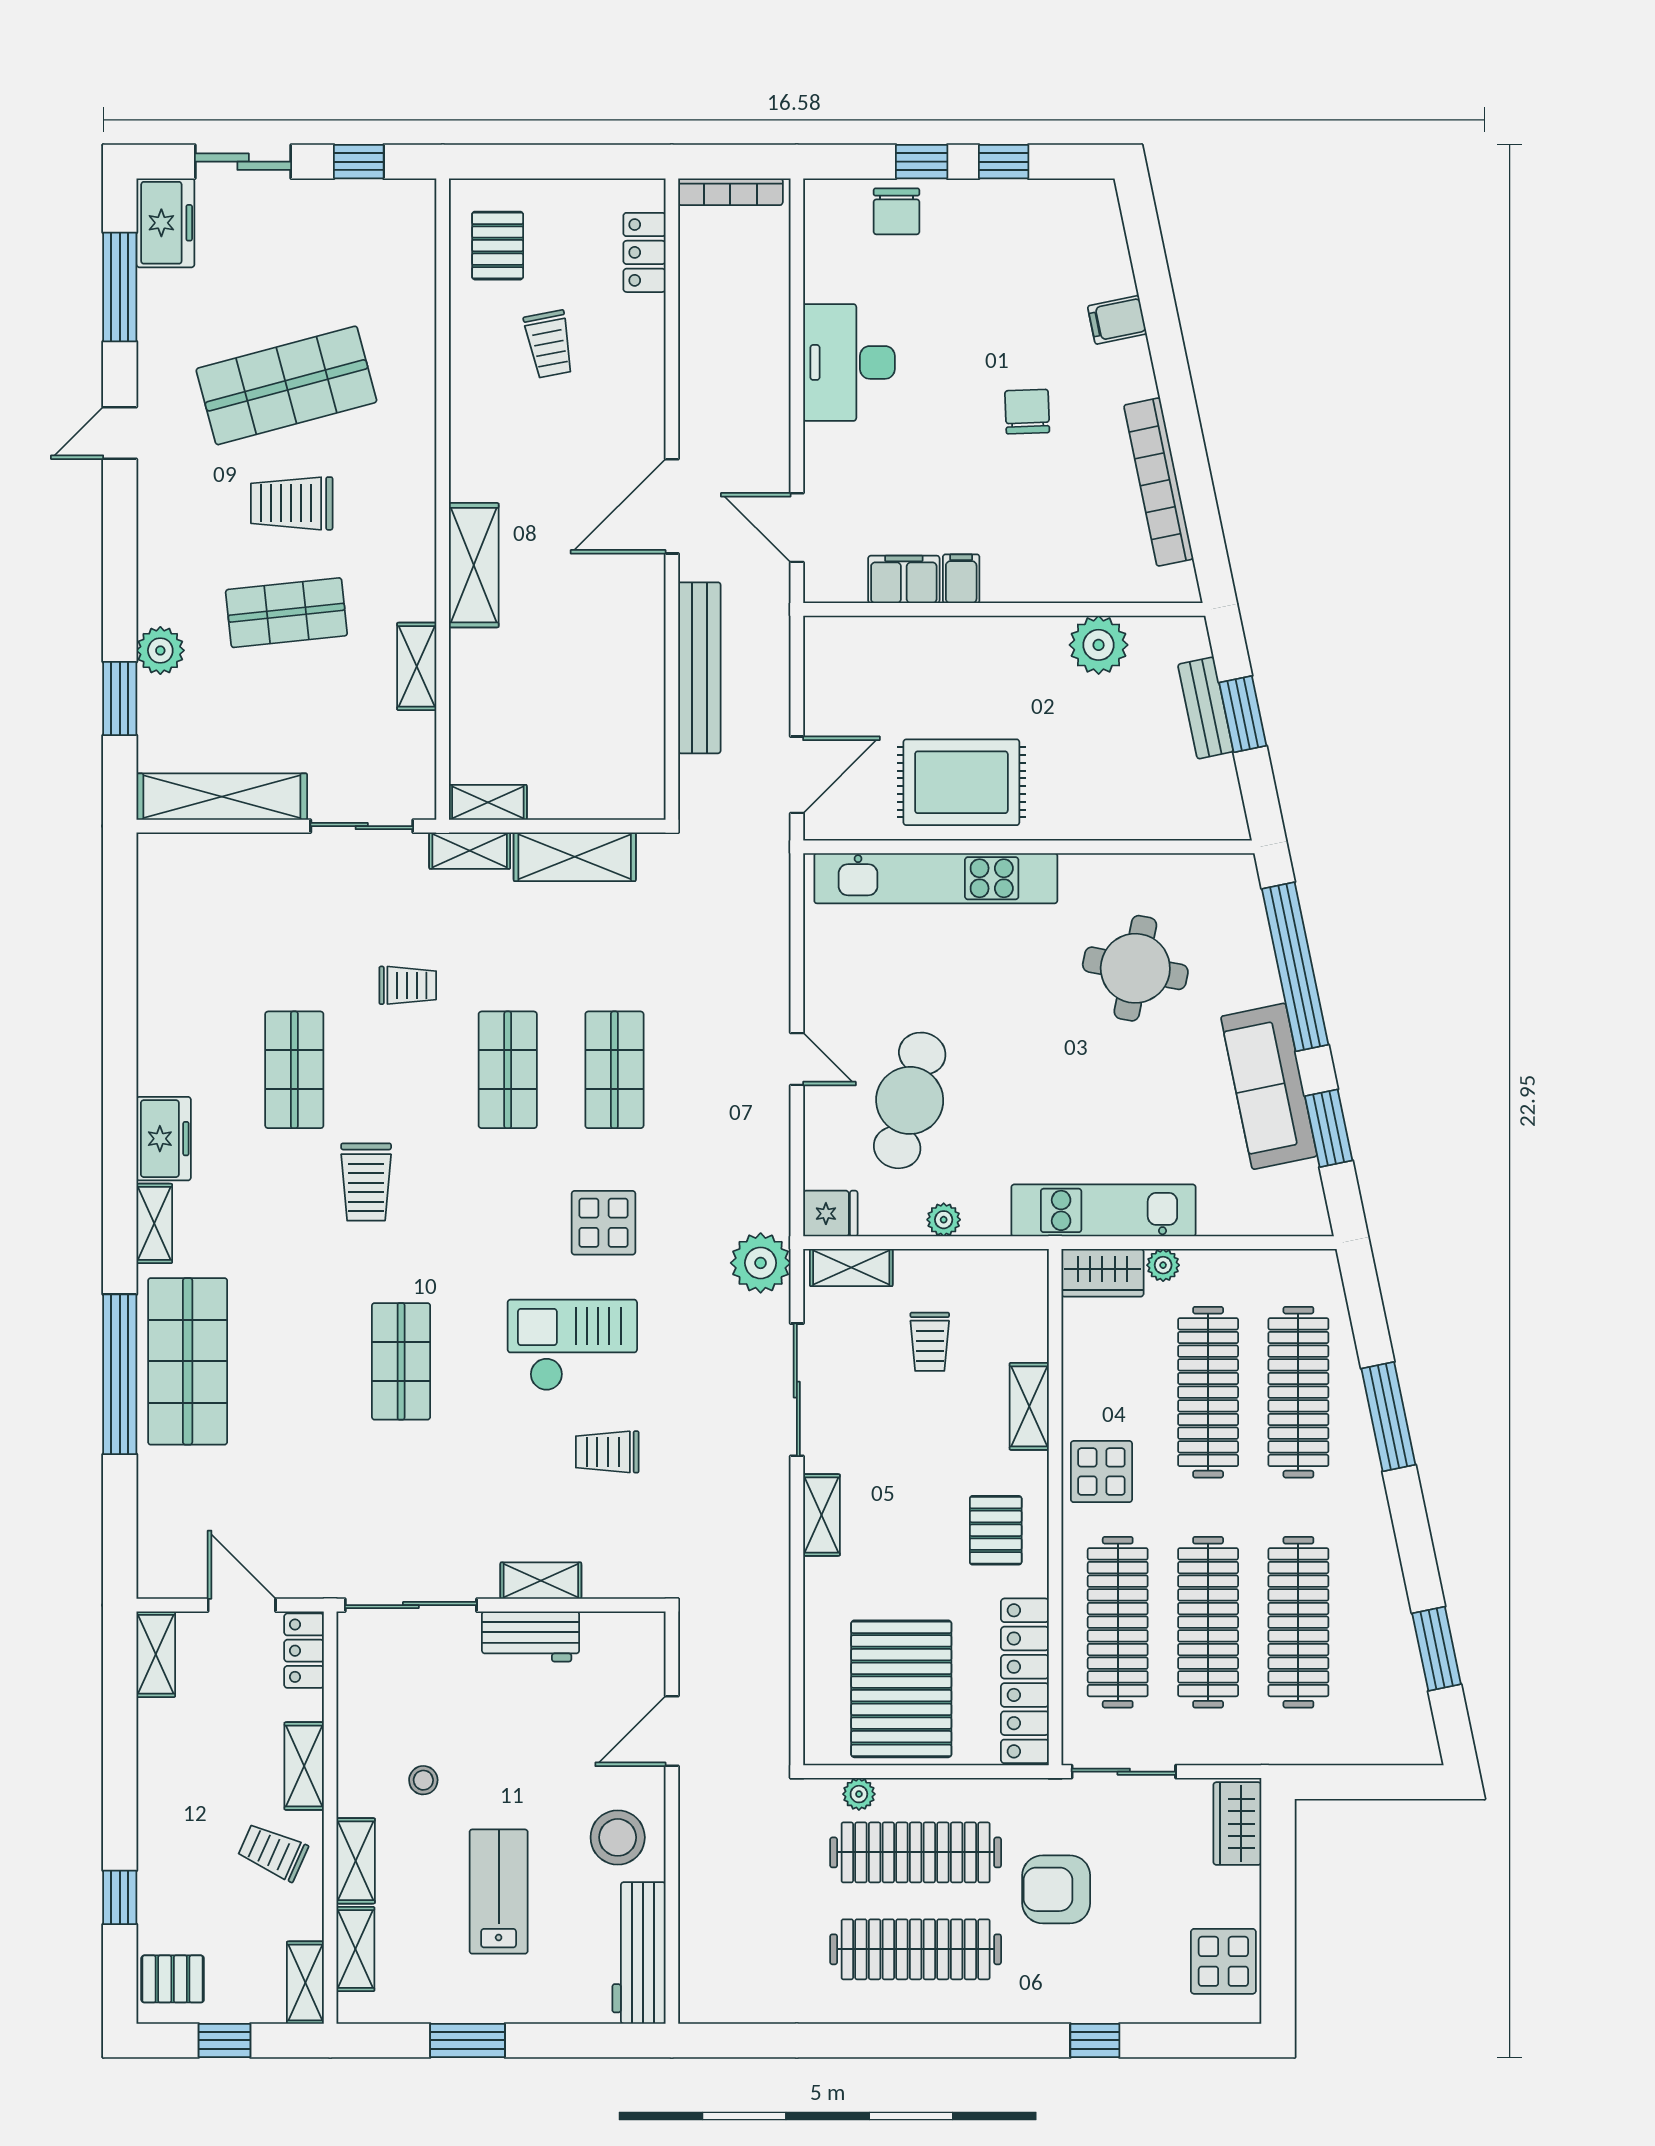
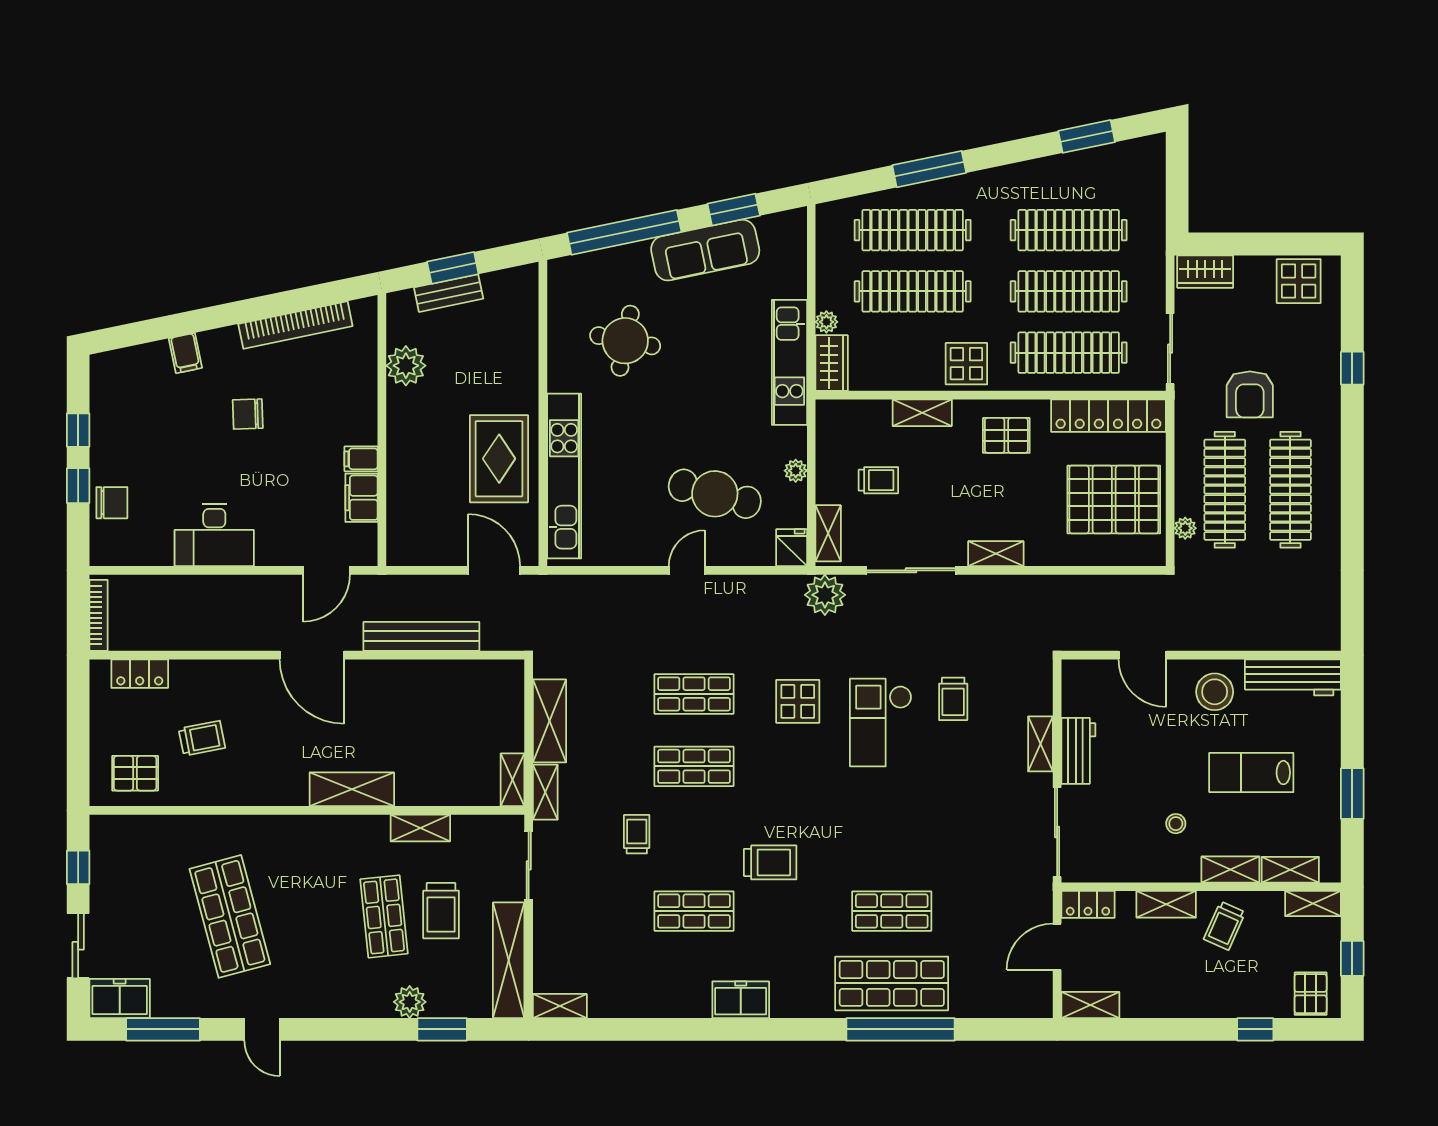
trolley: (292, 503) -> (441, 911), moved
shelving: (154, 1223) -> (560, 1006), moved
shop shelf: (401, 1361) -> (892, 911), moved

